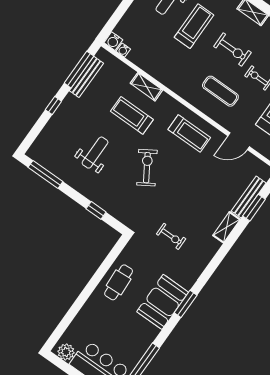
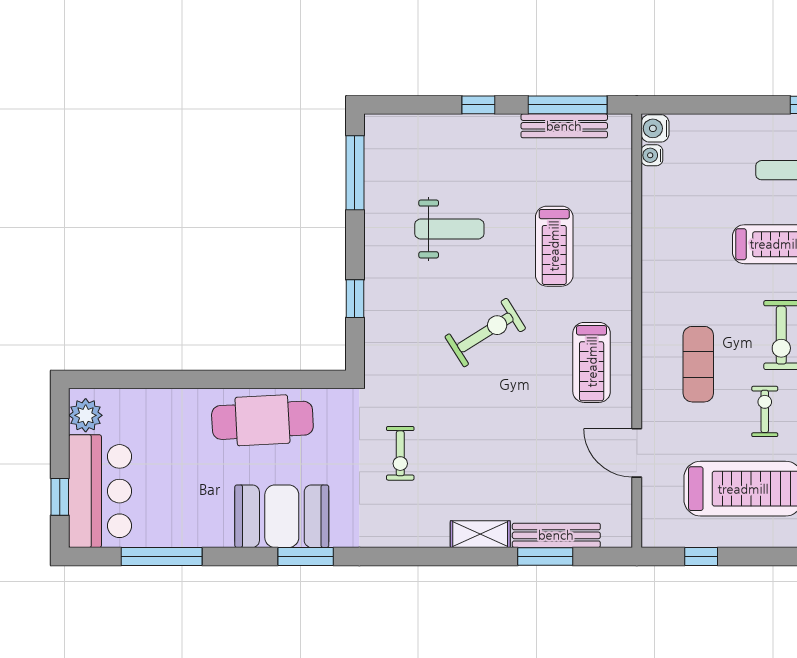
shelving: (146, 87) -> (619, 237), removed
treadmill: (132, 115) -> (554, 246), turned 180
cafe table: (119, 282) -> (262, 420), width x1.37, depth x1.35

